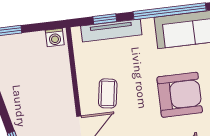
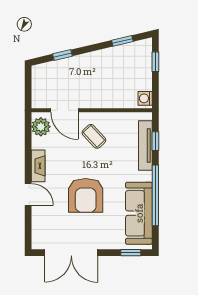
coffee table: (108, 93) -> (94, 136), turned 38

